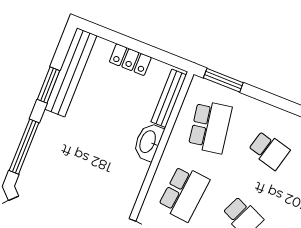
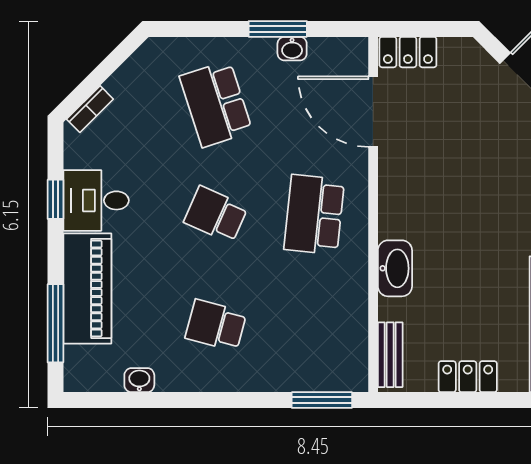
bench: (169, 98) -> (390, 355), width x0.73
school desk: (210, 127) -> (314, 325), removed

